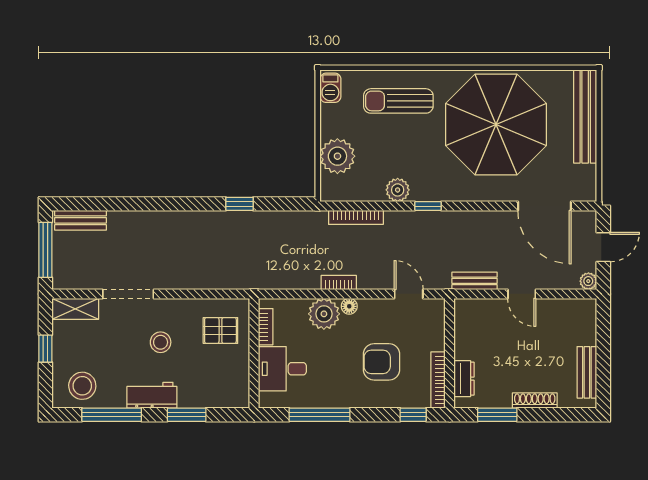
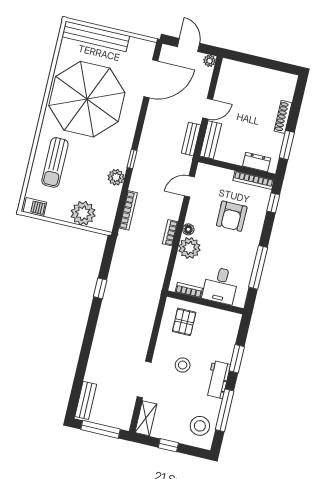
bench: (587, 372) -> (211, 140), moved, turned 90

